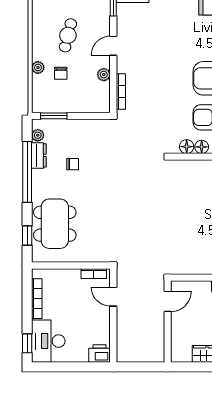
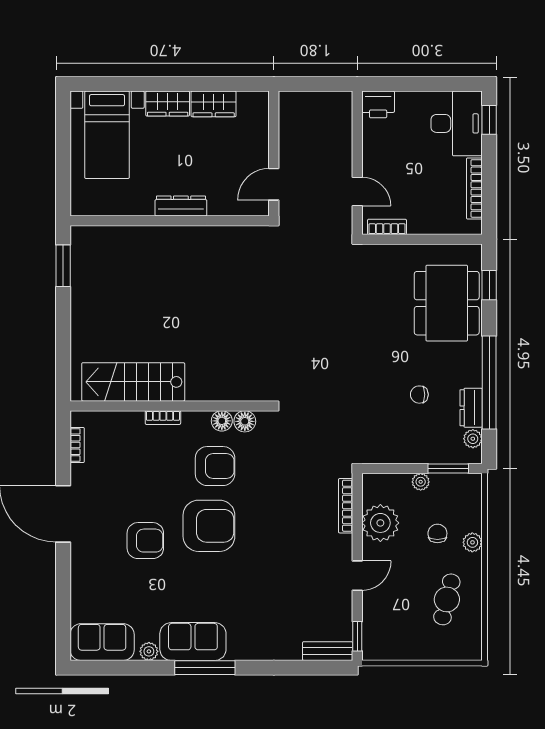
cafe table: (68, 35) -> (447, 599), moved
plant: (104, 75) -> (380, 523), width x1.88, depth x1.88
plant: (72, 107) -> (421, 482), added

